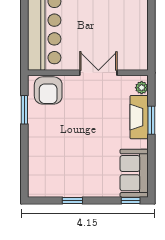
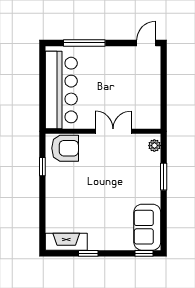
armchair: (48, 90) -> (65, 148), turned -90
window: (24, 110) -> (42, 167), width x0.67
fireplace: (139, 117) -> (66, 242), moved, turned 90

